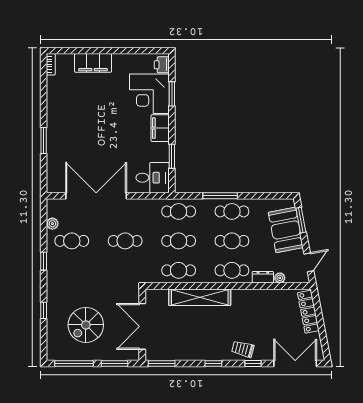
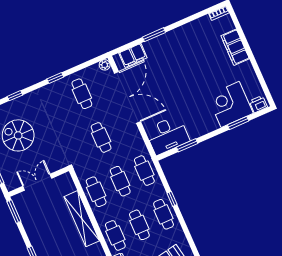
filing cabinet: (160, 128) -> (133, 55), moved, turned 180
desk: (153, 178) -> (167, 135), width x1.37
window: (220, 196) -> (172, 199), width x0.46
plant: (52, 224) -> (105, 65), moved
double door: (142, 326) -> (37, 182), width x0.73

